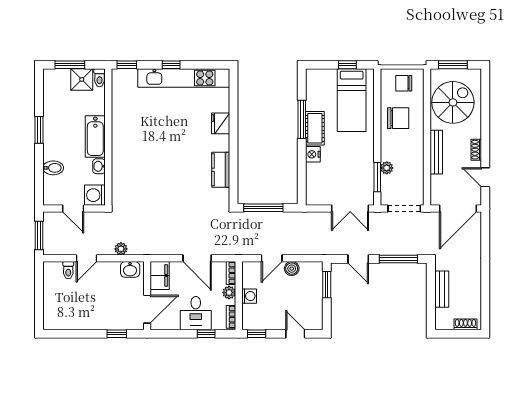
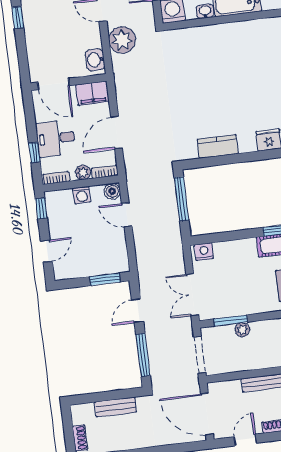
nightstand: (313, 154) -> (204, 252), moved
plant: (121, 249) -> (122, 40), width x1.88, depth x1.88
boiler: (292, 269) -> (112, 191), moved
window: (117, 334) -> (18, 18), moved

